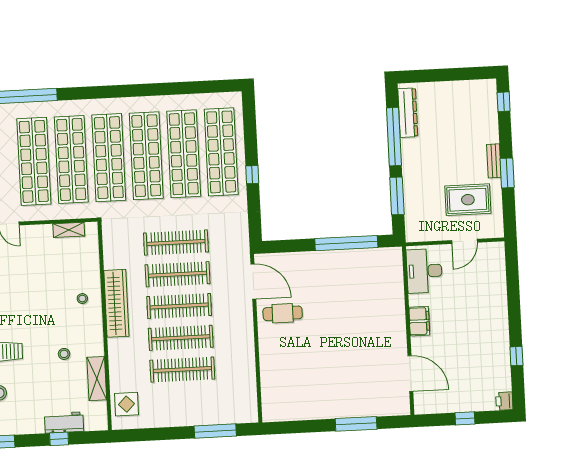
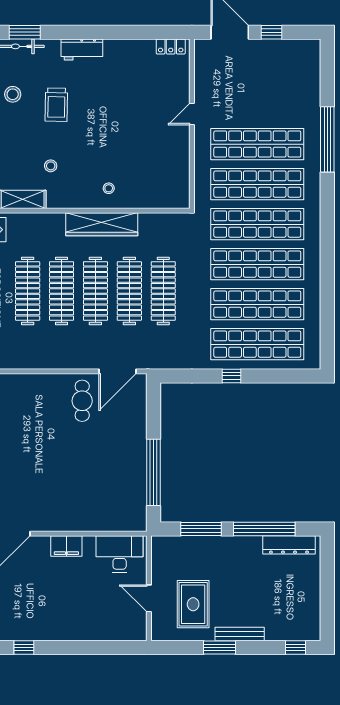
bench: (494, 161) -> (240, 634), width x1.36
shelving: (69, 230) -> (182, 178), removed

